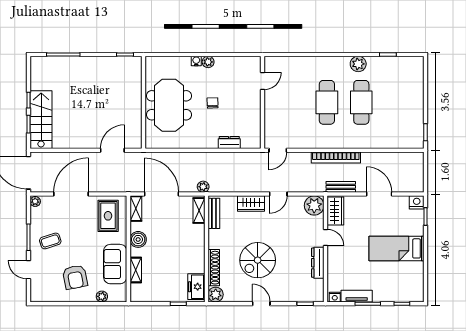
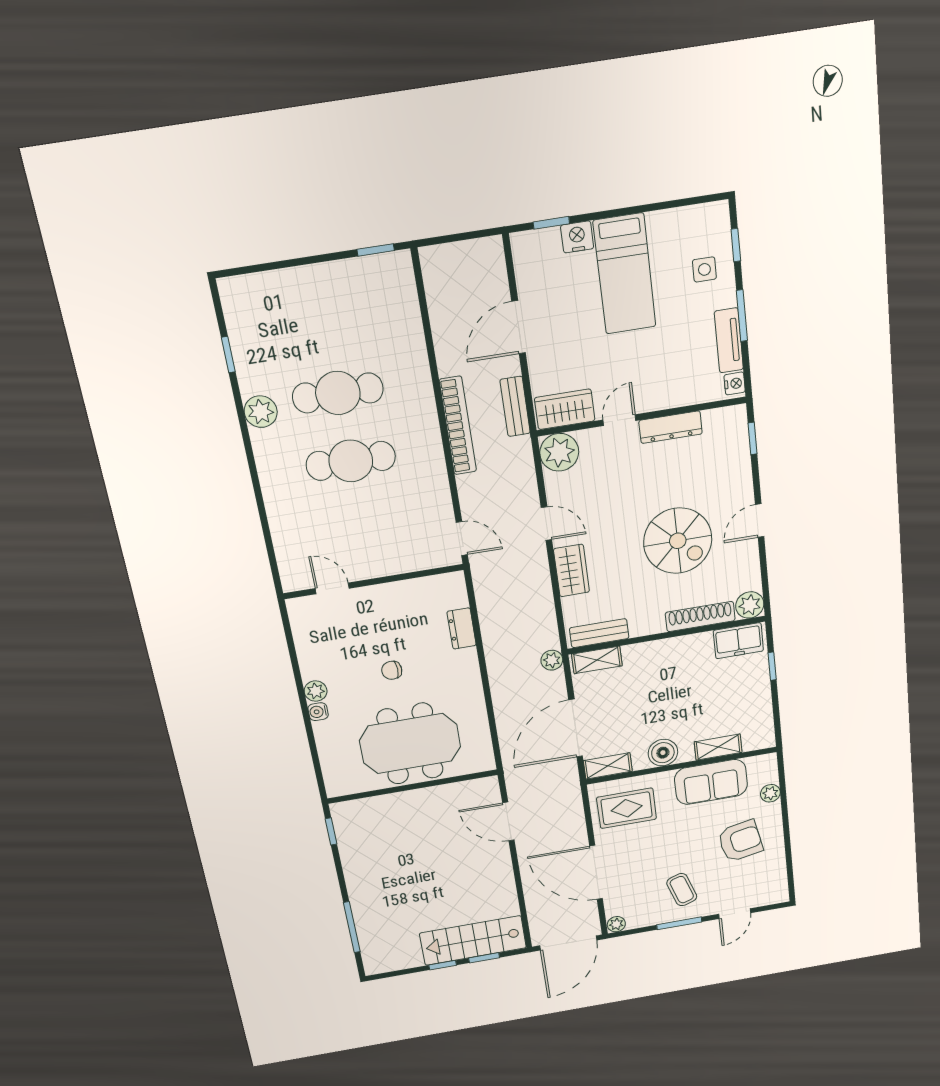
nightstand: (417, 202) -> (577, 237), moved, turned 90
side table: (393, 287) -> (704, 269), added

